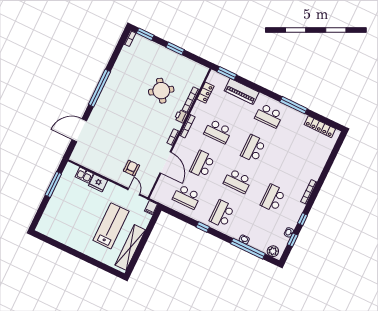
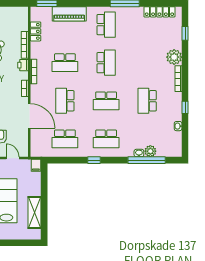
school desk: (269, 116) -> (106, 25), turned -90
school desk: (253, 148) -> (106, 63), turned 180
plant: (314, 172) -> (174, 57), added
school desk: (222, 214) -> (106, 139), turned -90
window: (293, 240) -> (185, 33), moved
shelving: (130, 247) -> (34, 212), width x0.68
plant: (273, 251) -> (150, 151), moved

